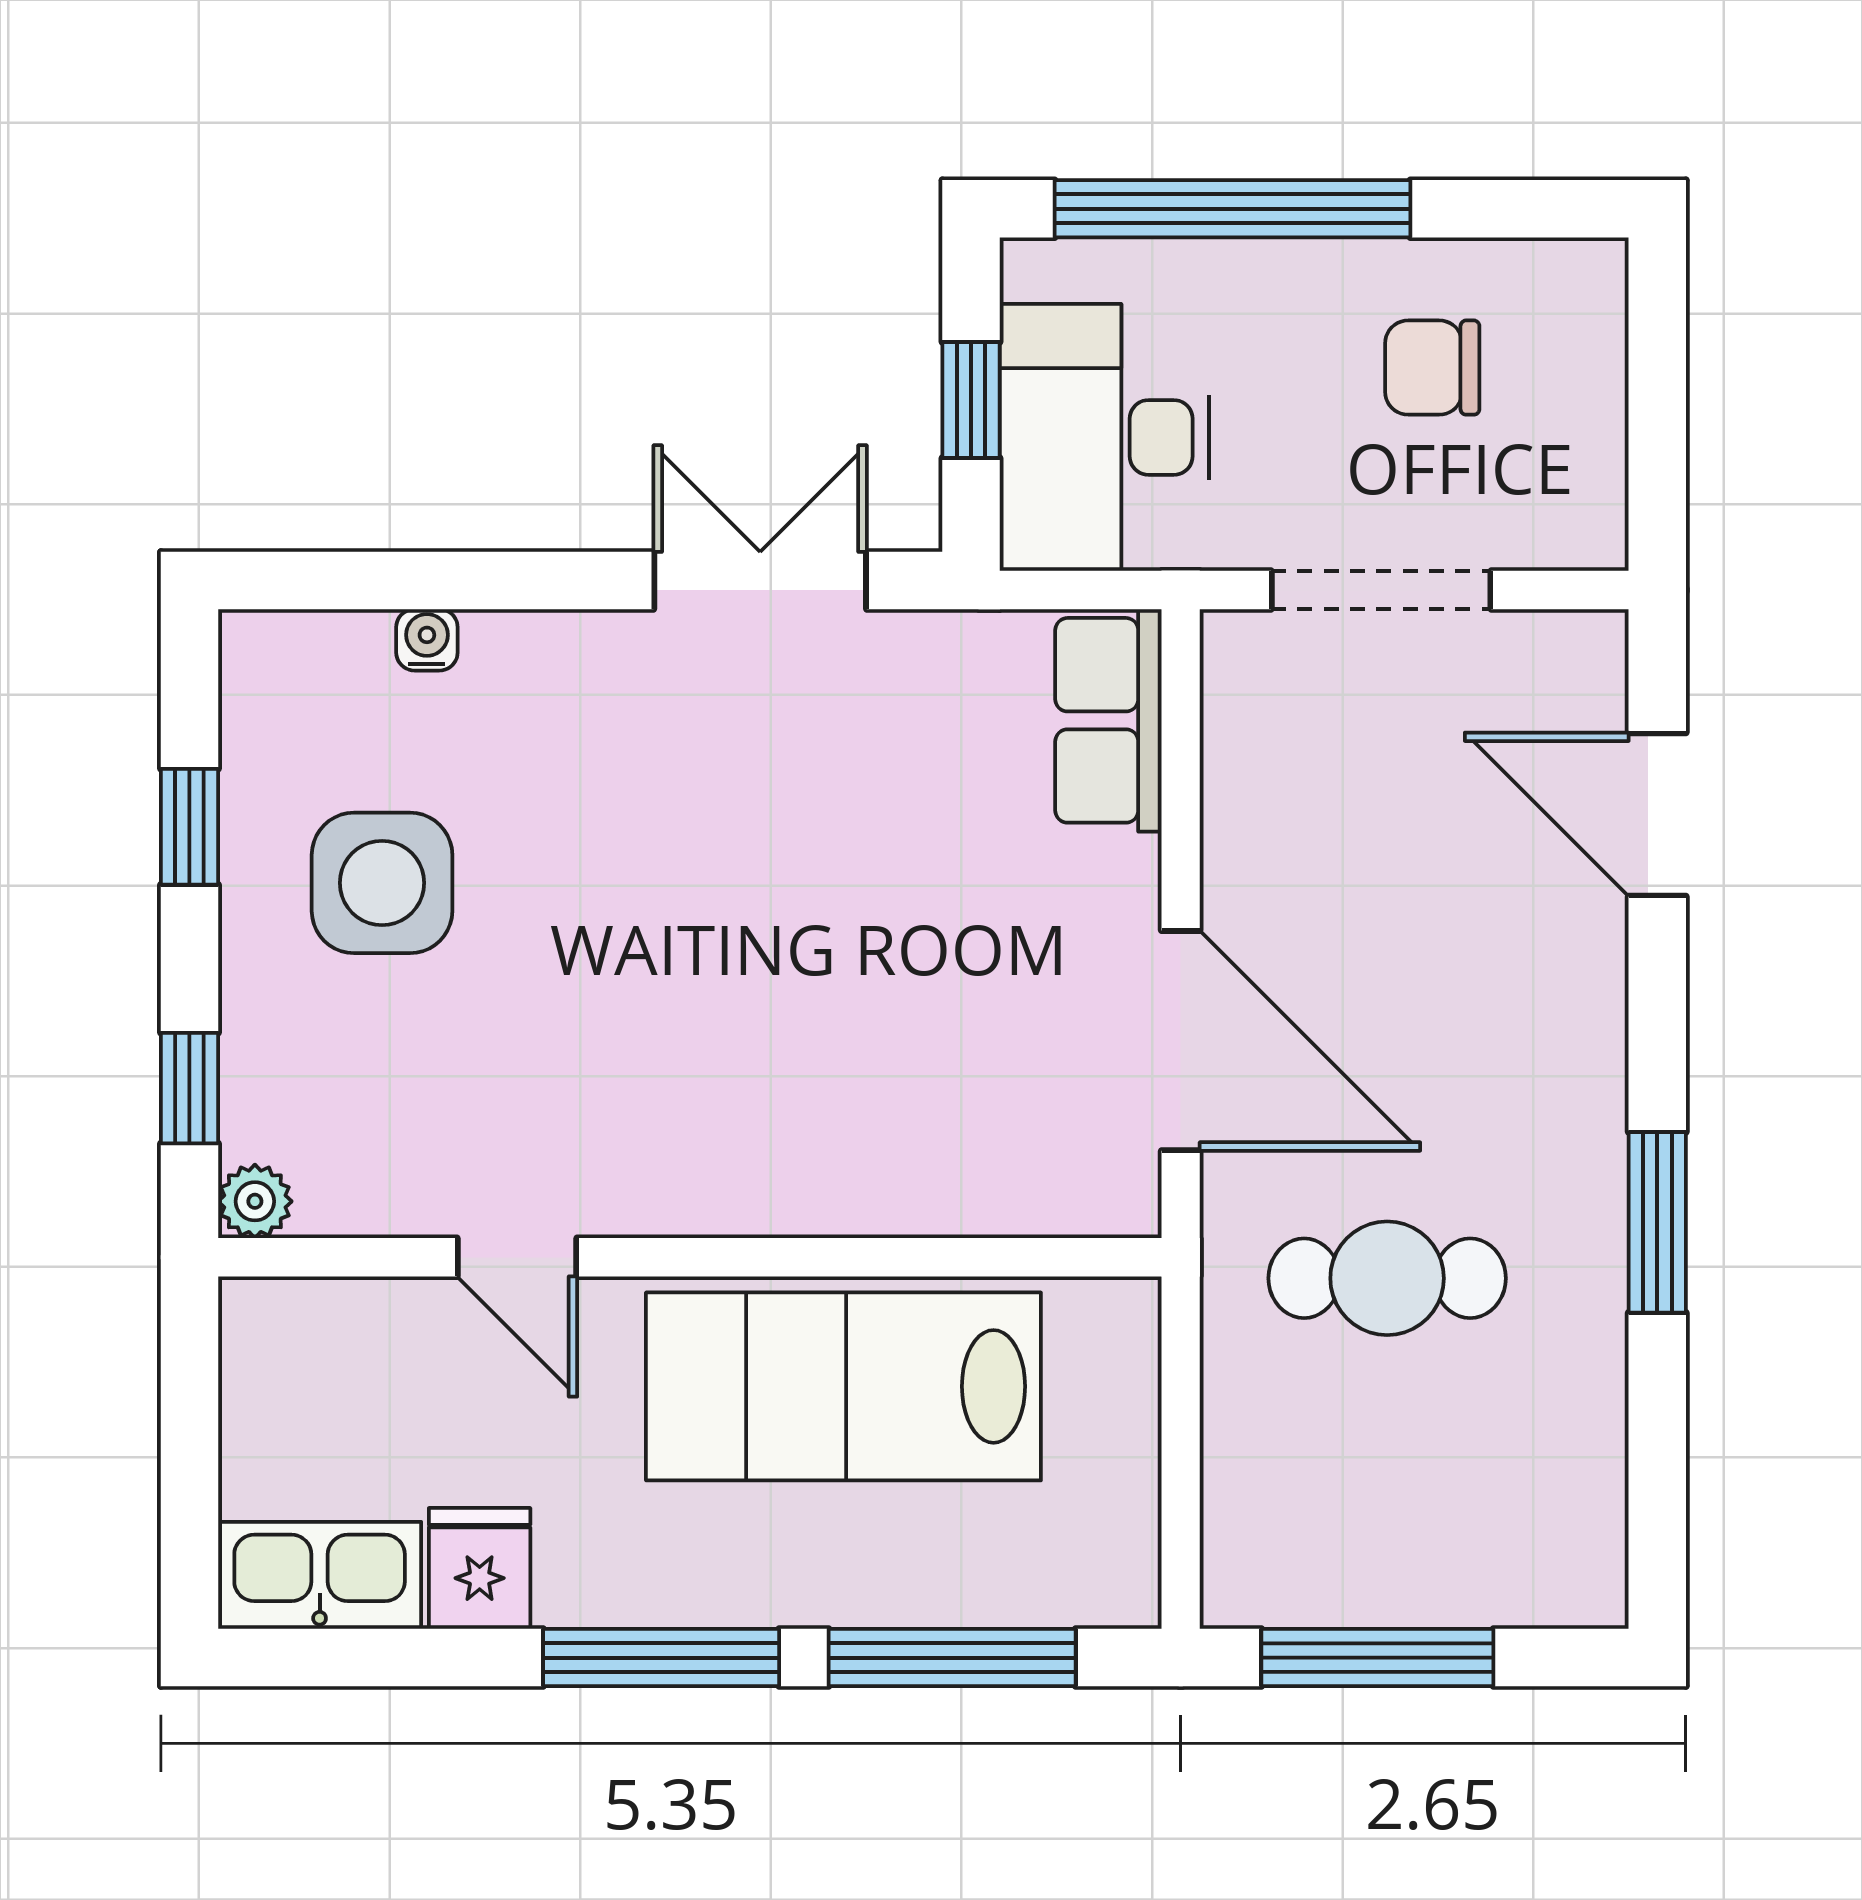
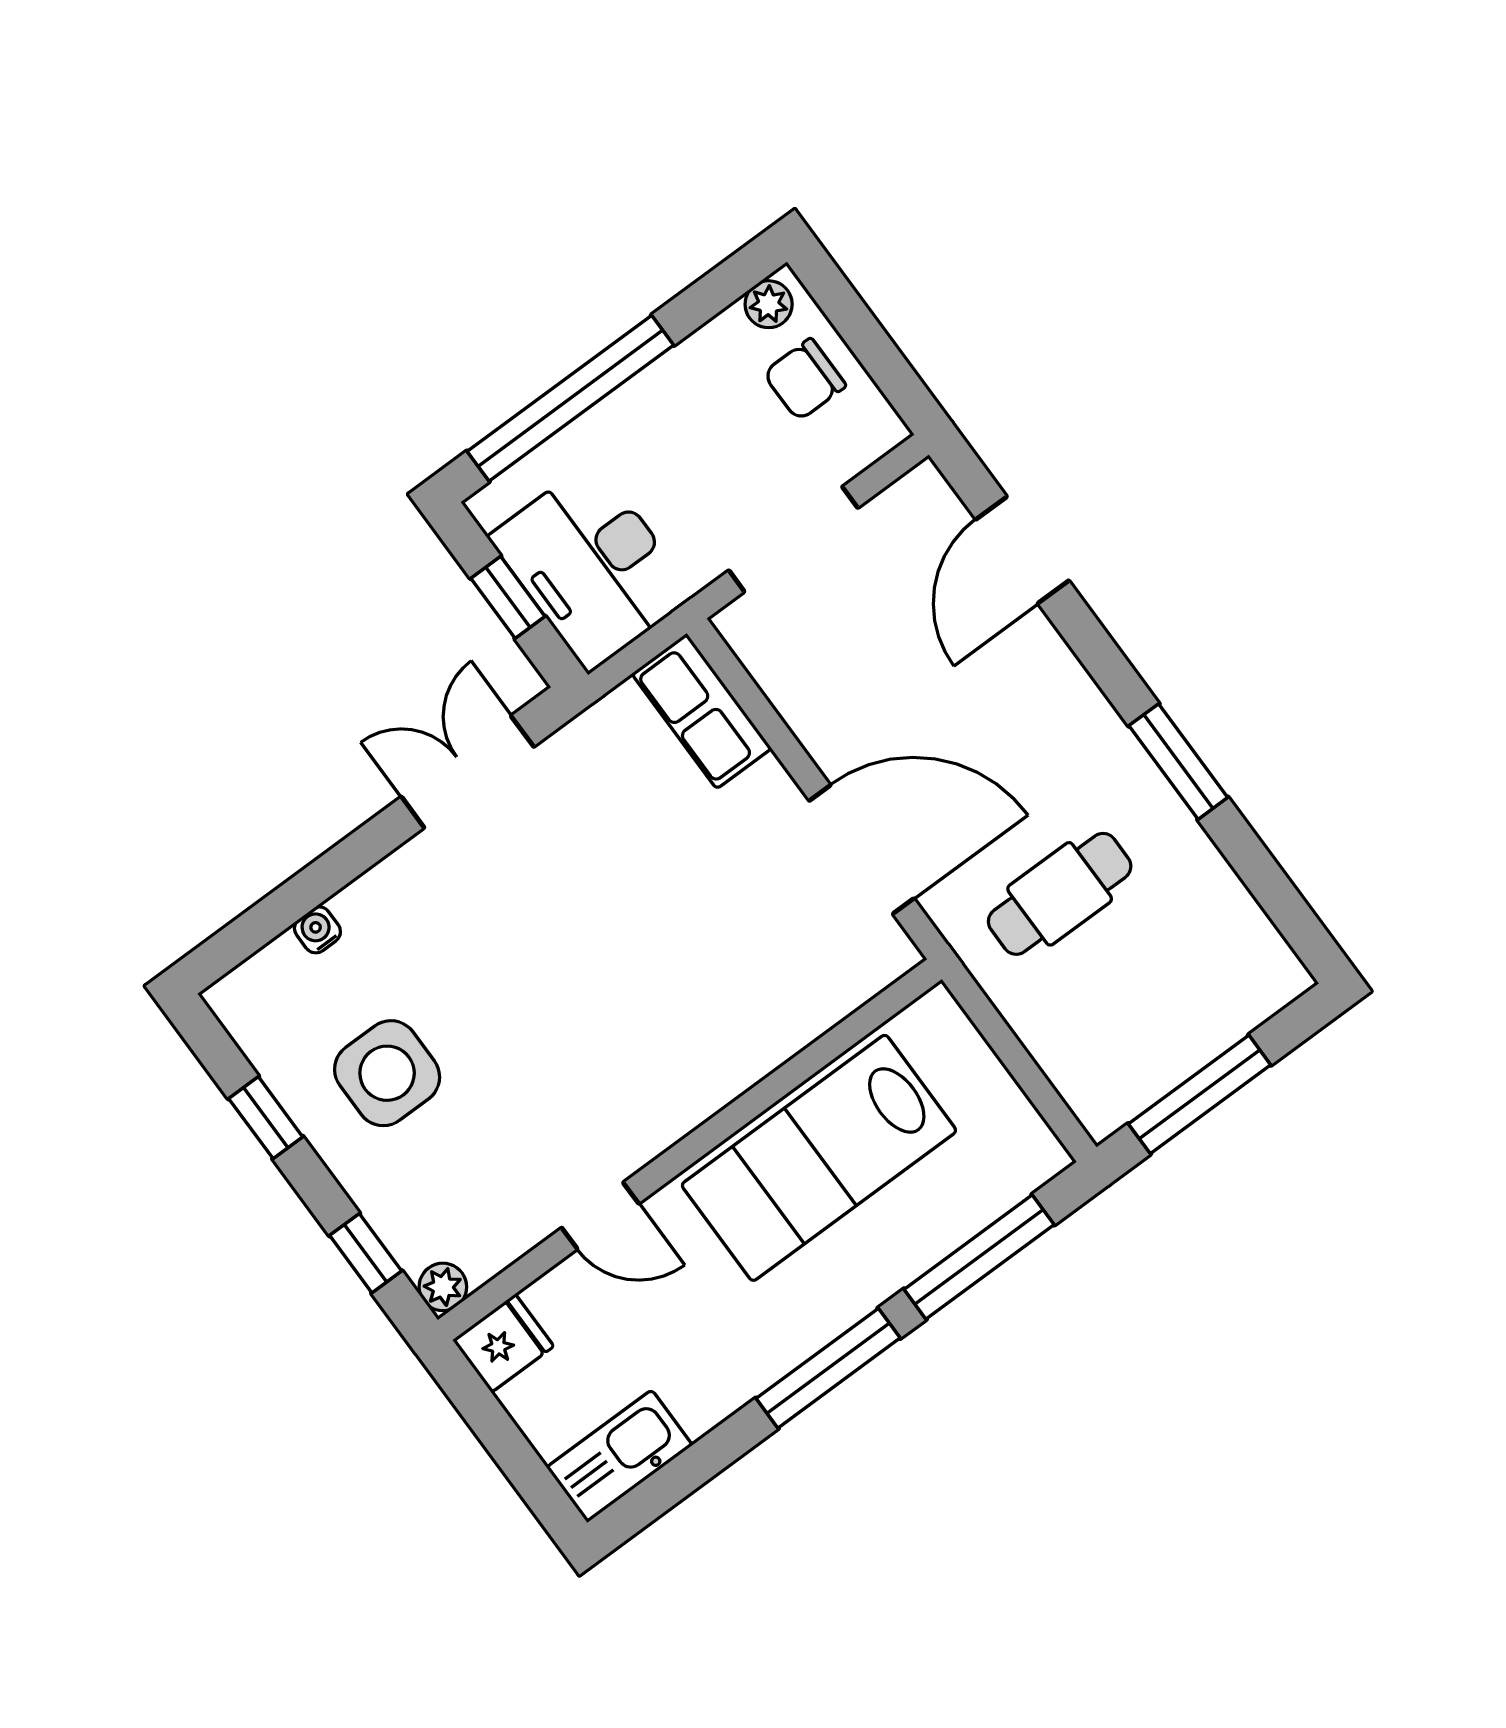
plant: (1567, 274) -> (769, 304), added
chair: (1432, 368) -> (805, 379), moved
door: (1657, 814) -> (1022, 550), hinge flipped
fridge: (480, 1568) -> (503, 1343), moved, turned 90

